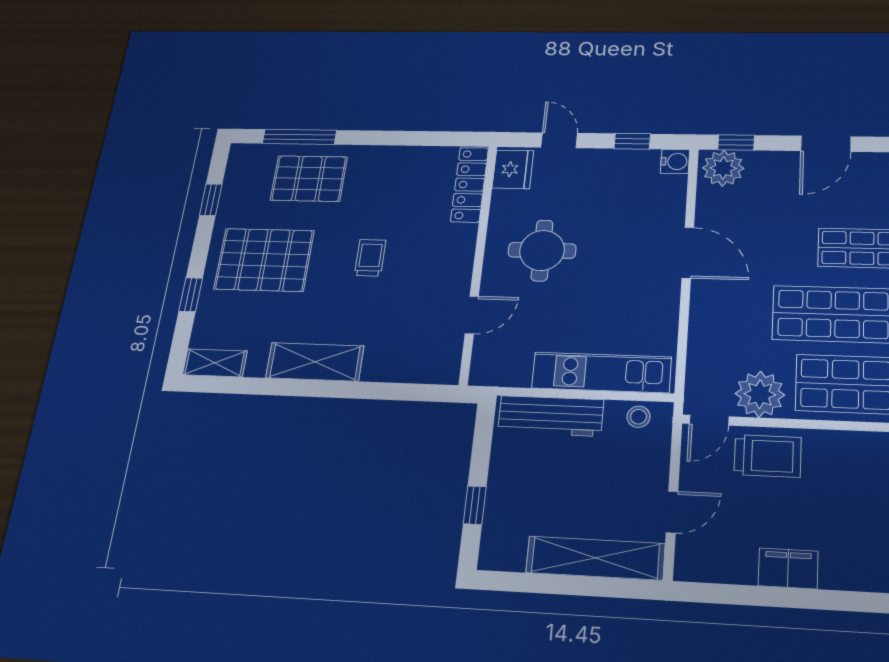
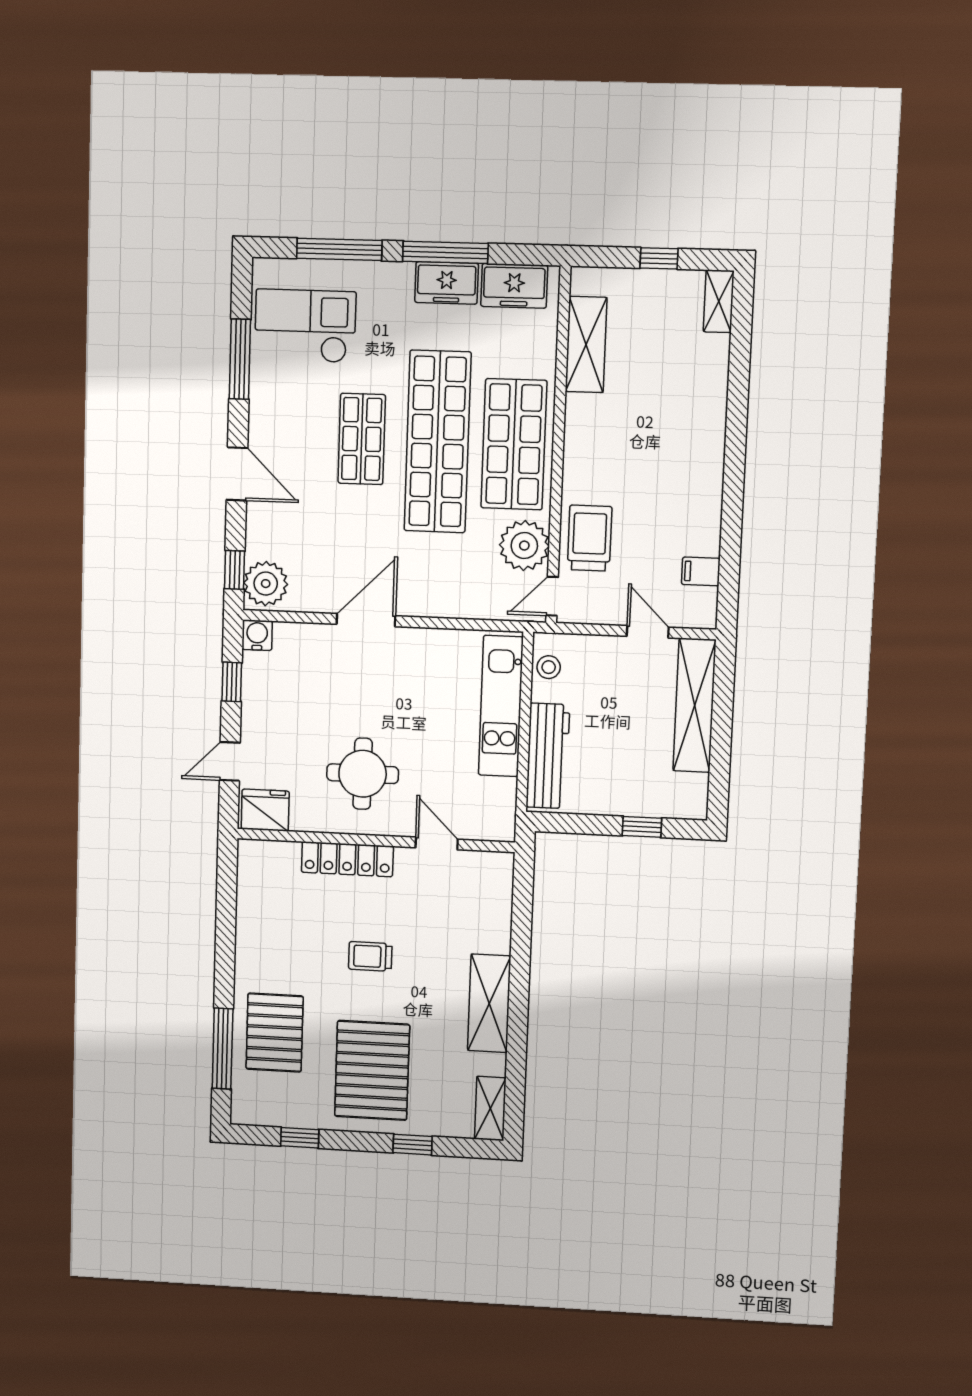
locker: (470, 185) -> (347, 859), moved
door: (709, 420) -> (552, 596), swing flipped
filing cabinet: (788, 568) -> (701, 571), moved, width x0.50

